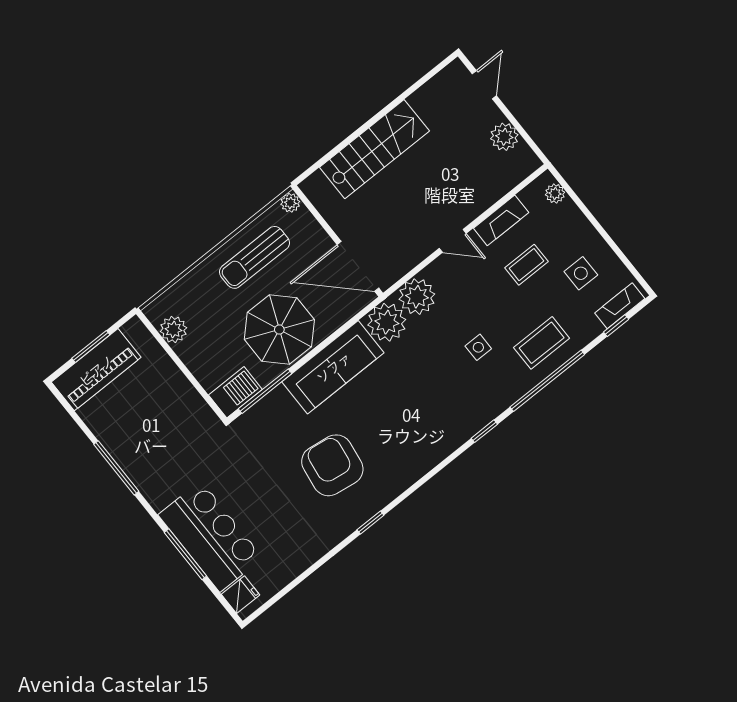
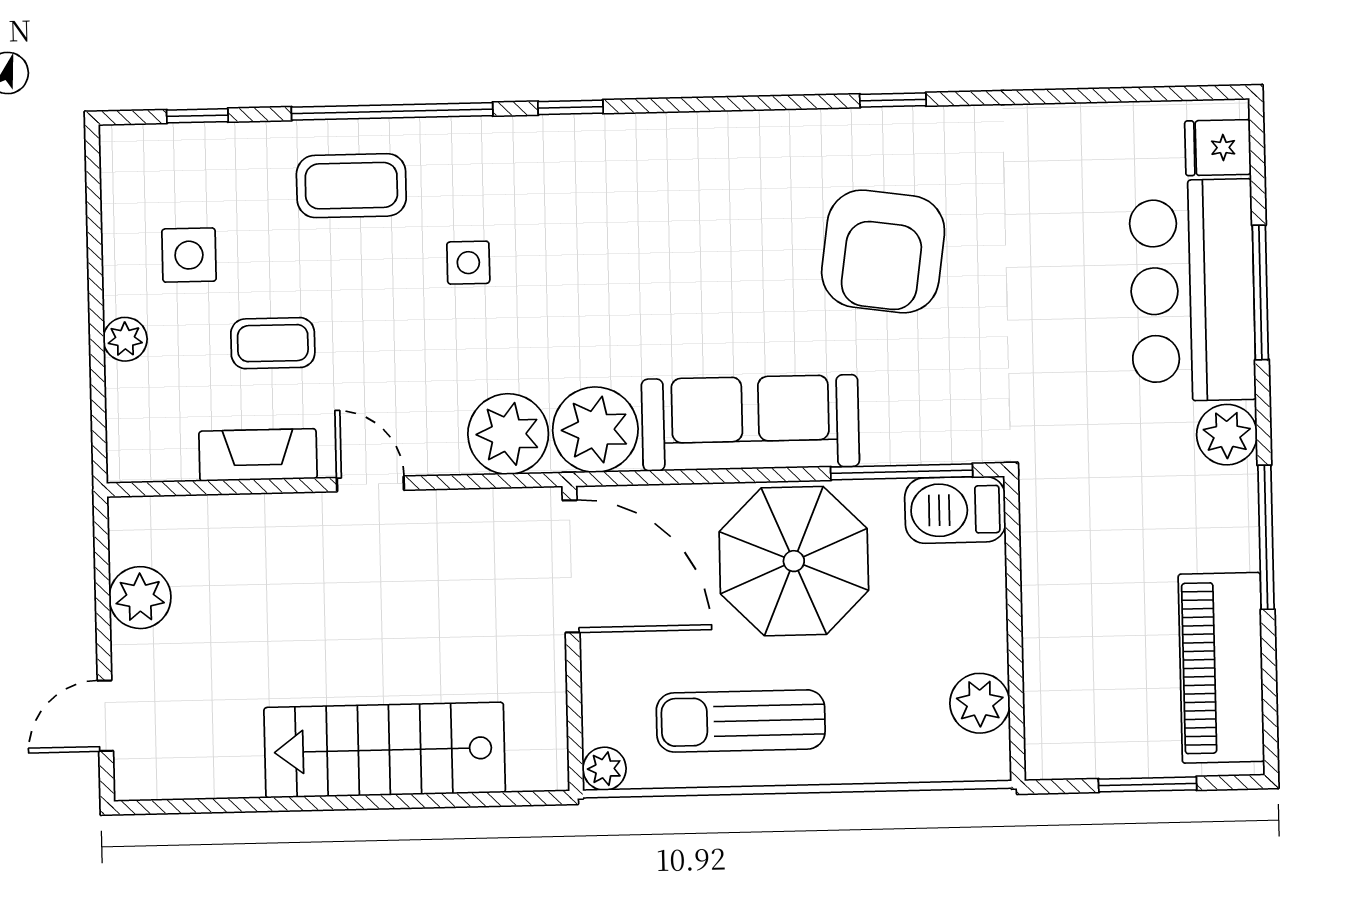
plant: (555, 194) -> (125, 339), moved
sun lounger: (254, 257) -> (741, 721), turned 180
fireplace: (620, 306) -> (164, 146), removed
piano: (96, 370) -> (1221, 668), moved, turned -90
plant: (158, 494) -> (1227, 435), added

